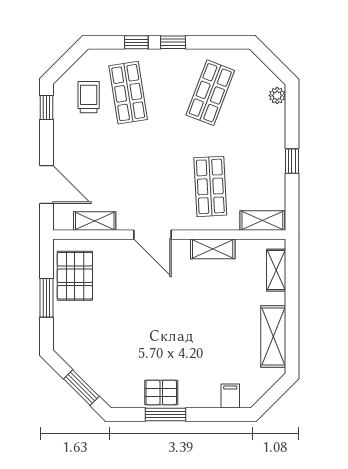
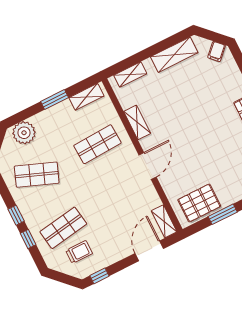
plant: (277, 96) -> (24, 133), width x1.88, depth x1.88
trolley: (89, 97) -> (79, 252), turned 180
window: (292, 161) -> (55, 100), width x1.50
shelving: (262, 220) -> (86, 97), moved, turned 90
shelving: (95, 221) -> (164, 221), moved
filing cabinet: (230, 396) -> (217, 52), moved, turned -45

